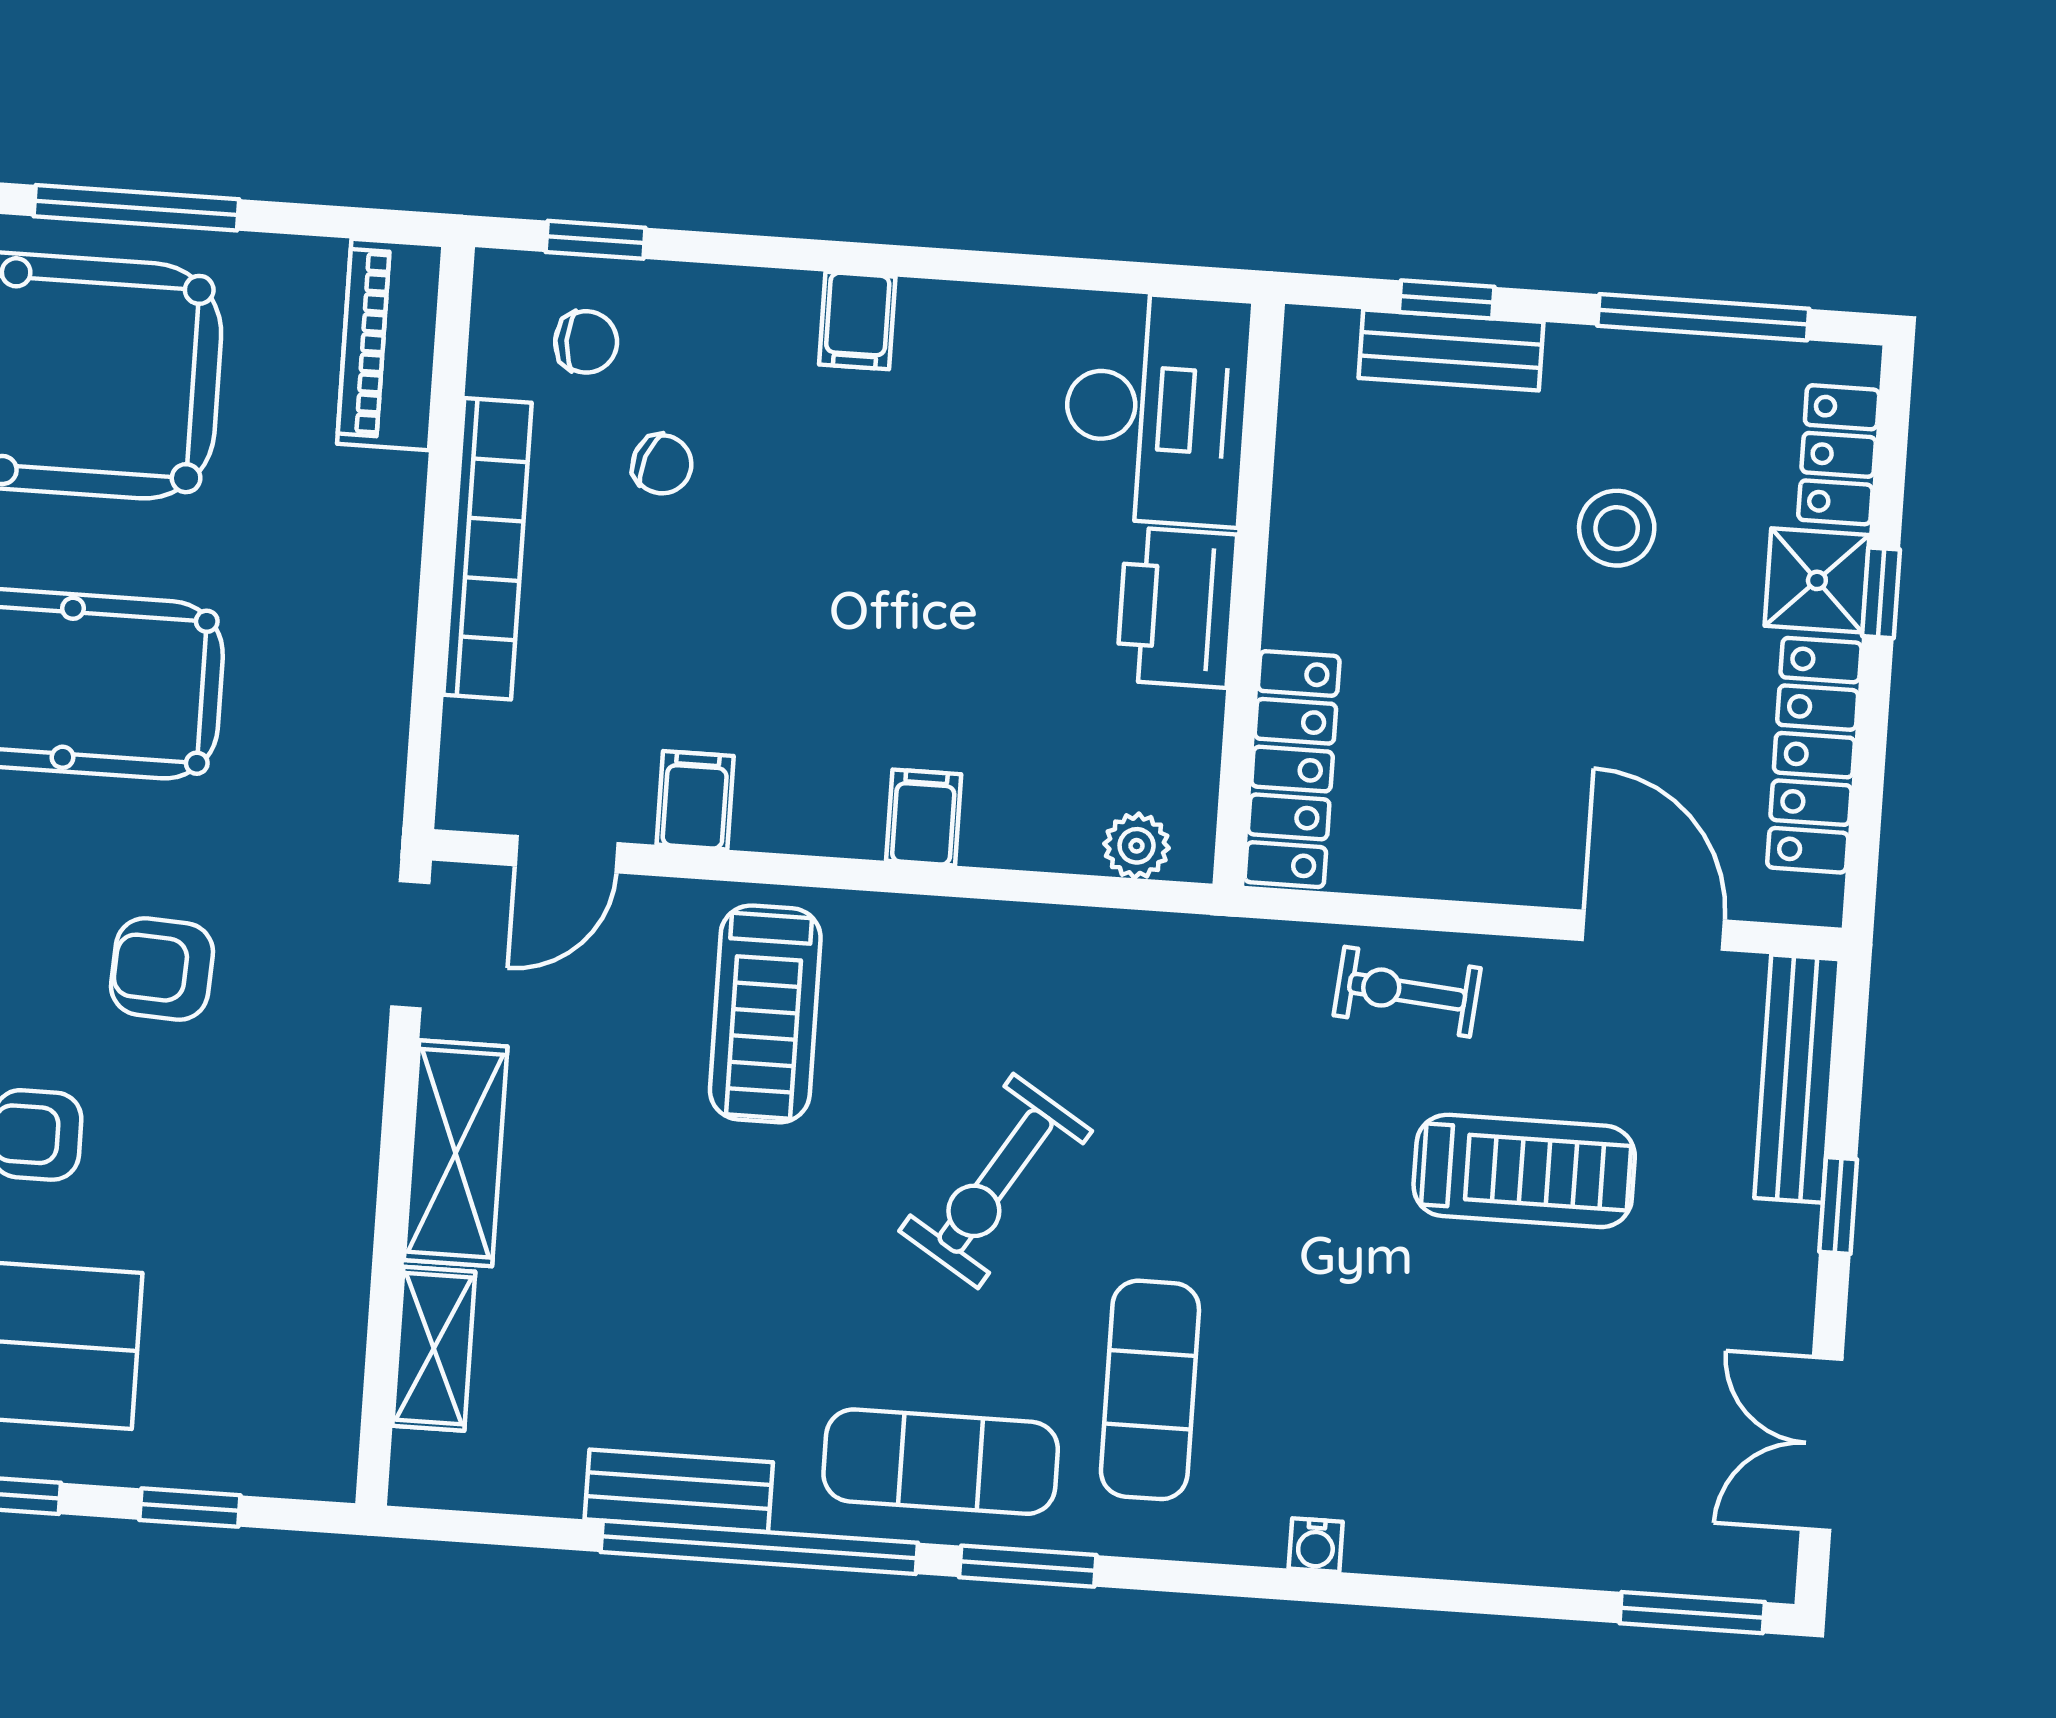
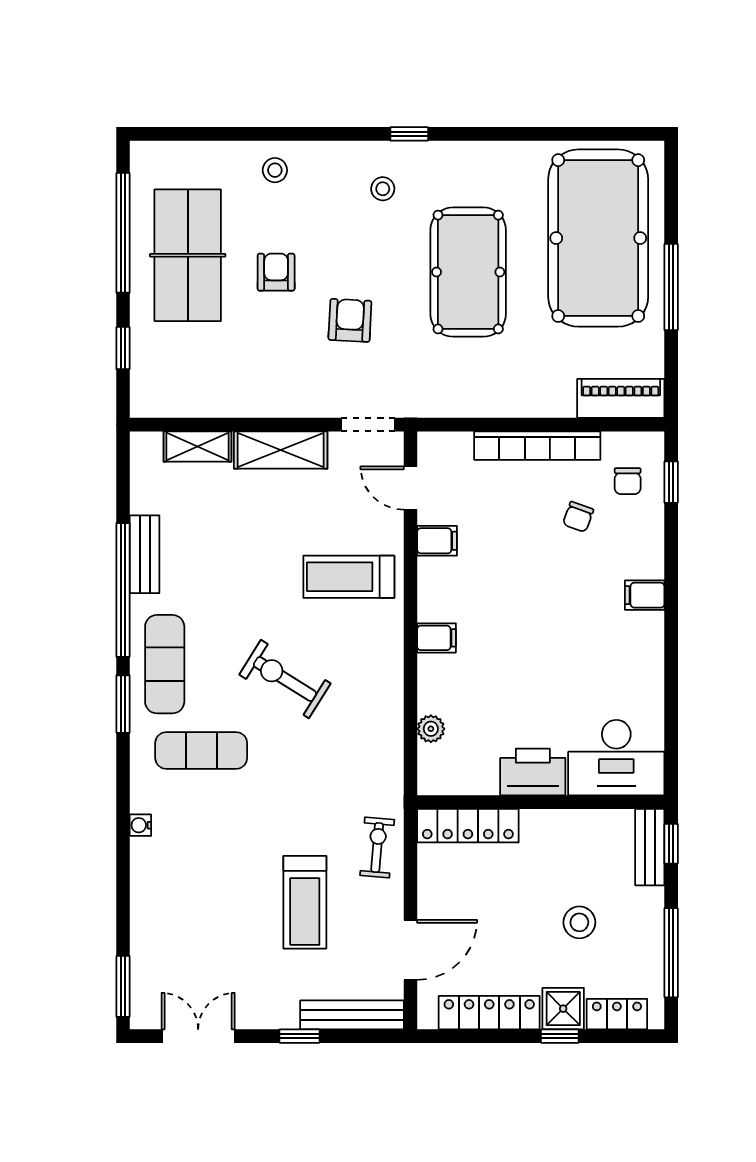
desk: (1156, 409) -> (616, 758), moved
wall: (1249, 594) -> (541, 802), moved
printer: (1177, 607) -> (533, 772), moved
locker: (1292, 769) -> (468, 826), moved

